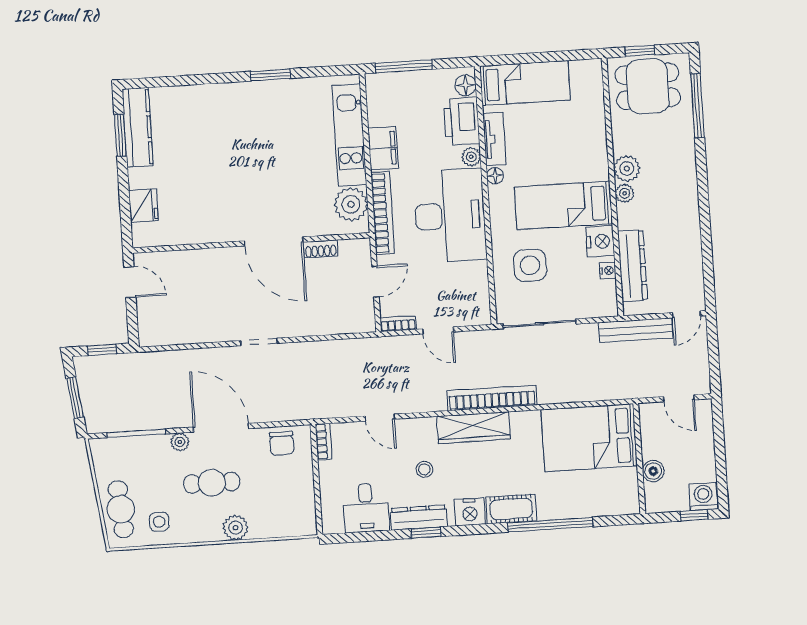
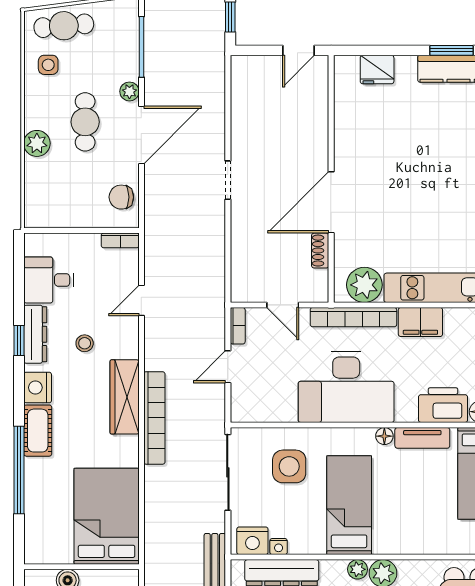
plant: (471, 157) -> (406, 413), removed
nightstand: (600, 241) -> (252, 541), moved

